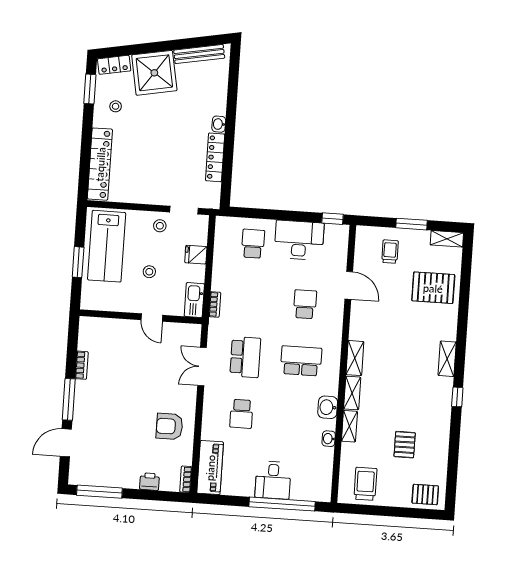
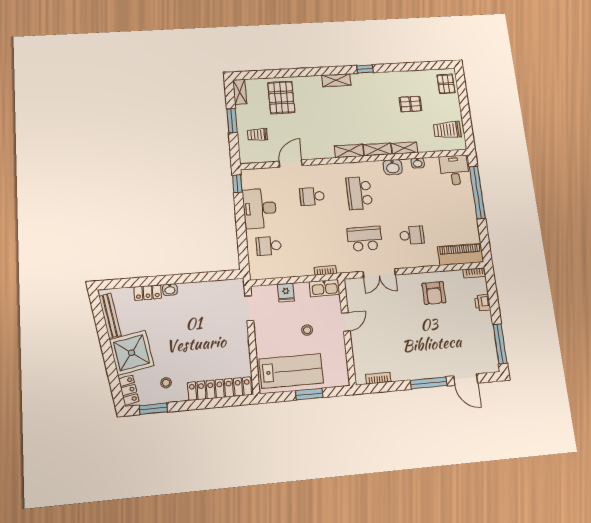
locker: (215, 157) -> (148, 293), moved, width x0.66
stool: (160, 226) -> (266, 327), removed
bookcase: (82, 365) -> (378, 378), moved
desk: (273, 480) -> (455, 170), moved, turned -90

